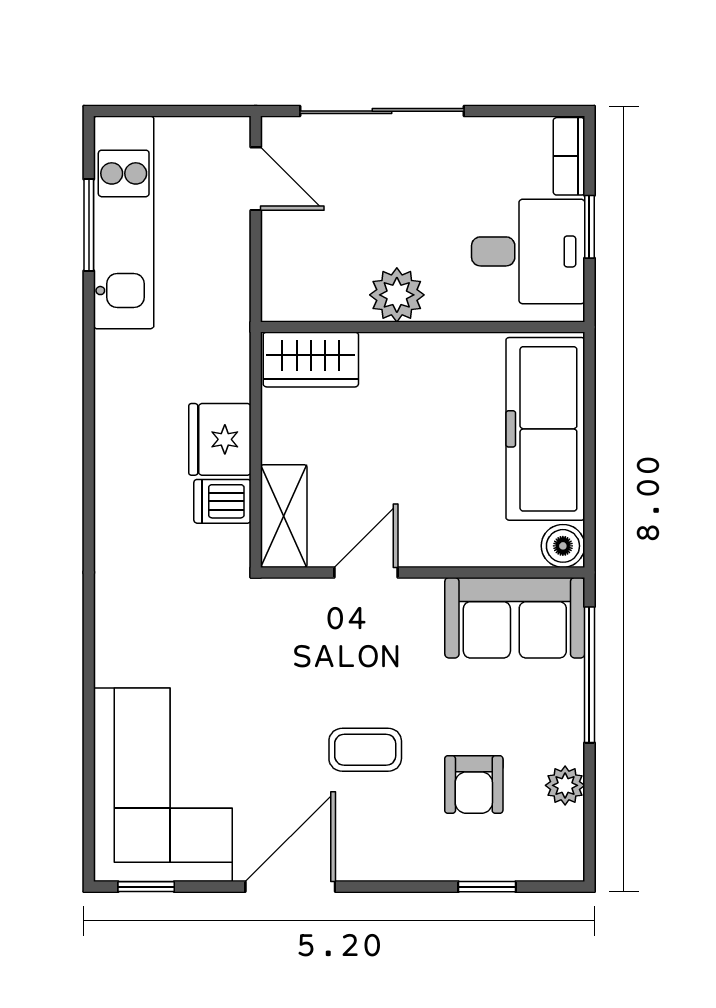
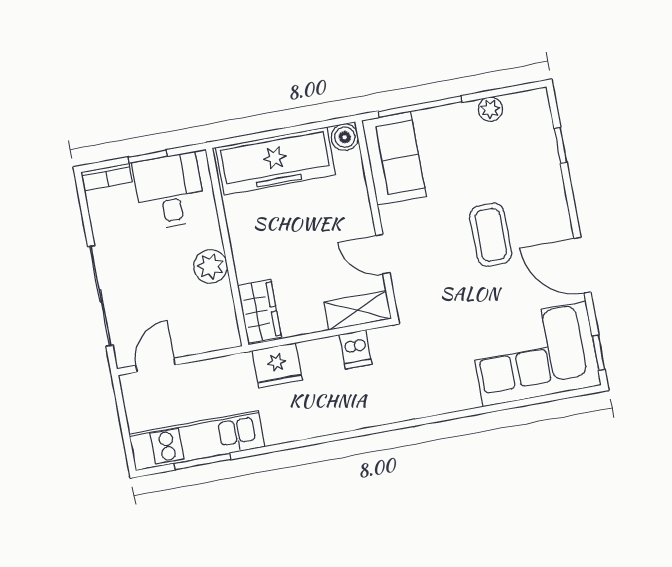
fridge: (220, 439) -> (277, 365), moved
coffee table: (365, 750) -> (491, 235), width x1.36, depth x1.30
armchair: (474, 785) -> (500, 165), removed

